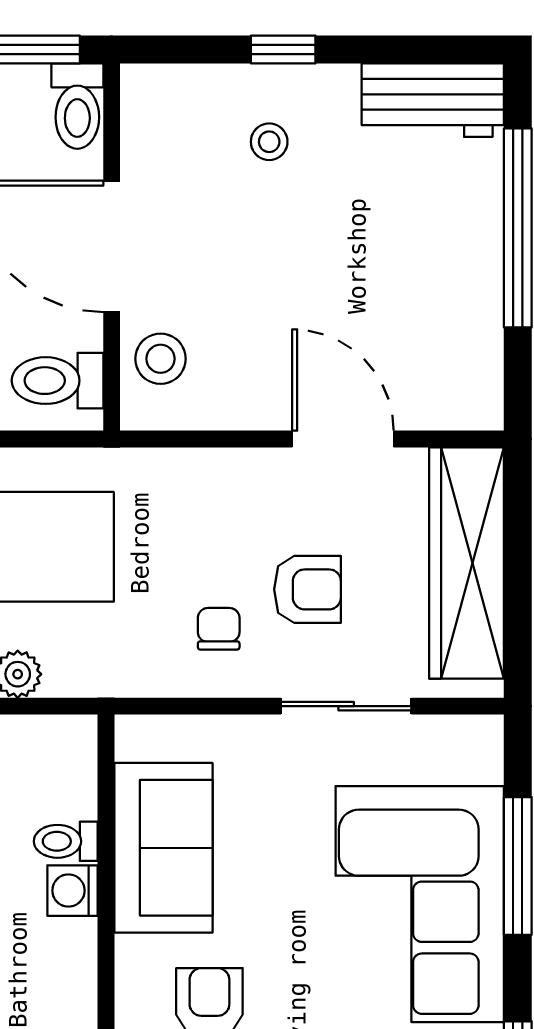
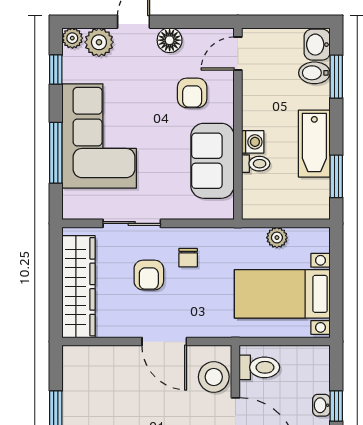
stool: (161, 359) -> (214, 377), width x1.38, depth x1.38
door: (343, 439) -> (164, 342), moved
armchair: (307, 589) -> (149, 275), turned -90

